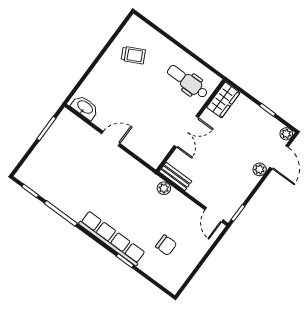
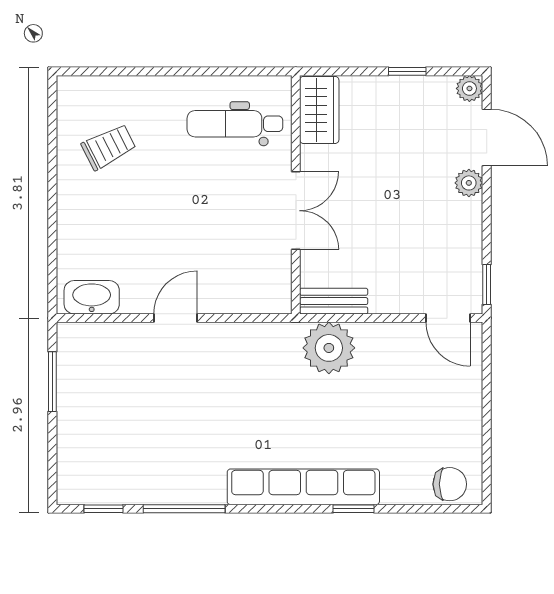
plant: (164, 188) -> (329, 348), width x1.87, depth x1.87
chair: (166, 245) -> (450, 484), moved

